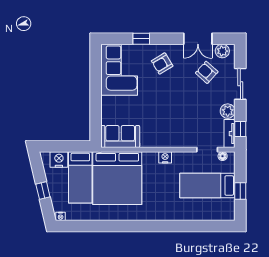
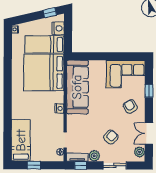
armchair: (207, 72) -> (111, 137), moved
sofa: (120, 137) -> (77, 87), width x1.85, depth x1.27
bed: (207, 186) -> (21, 140), moved
window: (43, 191) -> (50, 13), moved

